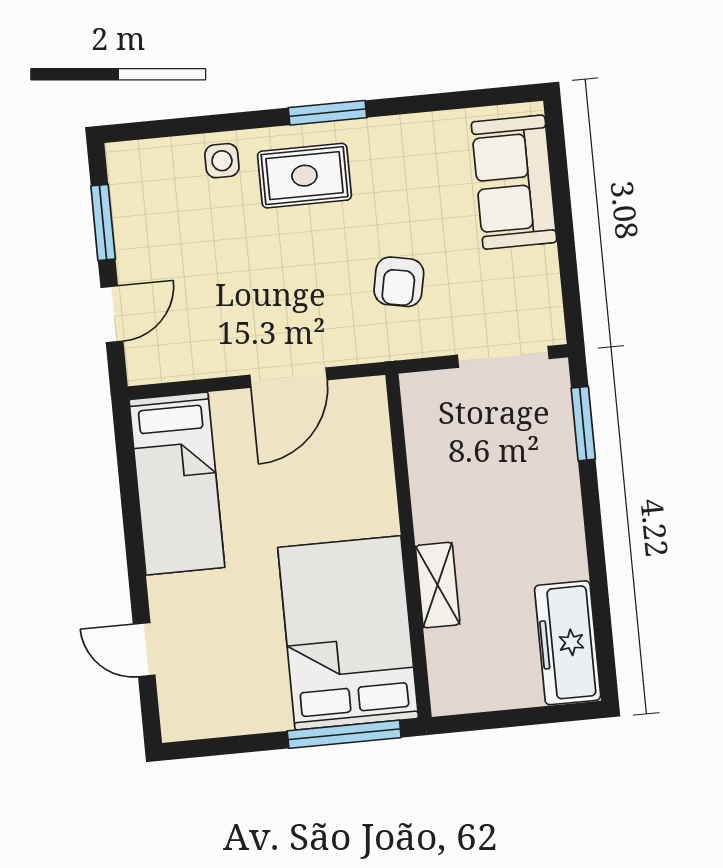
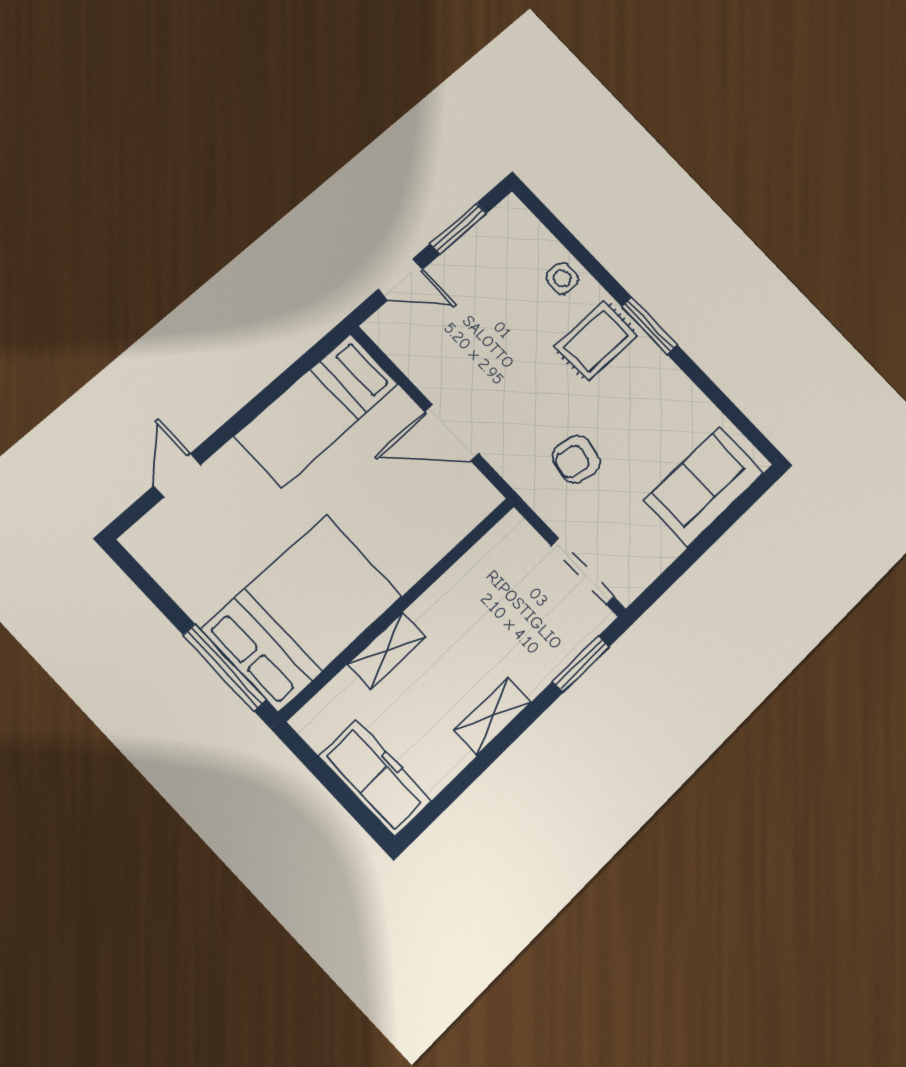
rug: (304, 176) -> (596, 341), turned 90
shelving: (567, 537) -> (493, 716), added
freezer: (568, 643) -> (375, 778), moved, turned 90

